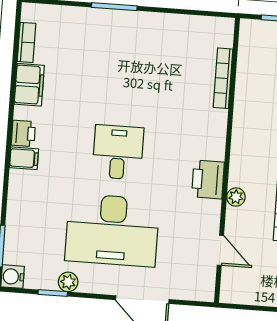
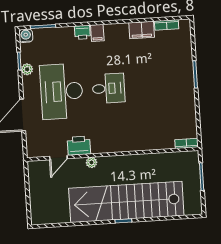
bookcase: (223, 78) -> (187, 143), moved, width x0.64
printer: (23, 133) -> (82, 32), moved
printer: (208, 180) -> (79, 146), moved

